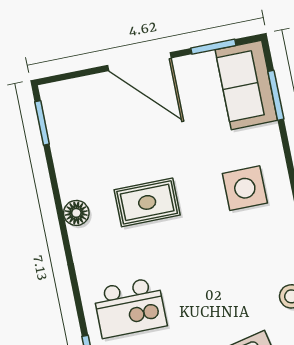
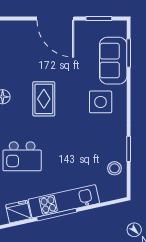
sofa: (246, 85) -> (113, 61), moved
rug: (147, 202) -> (44, 99), turned 90

